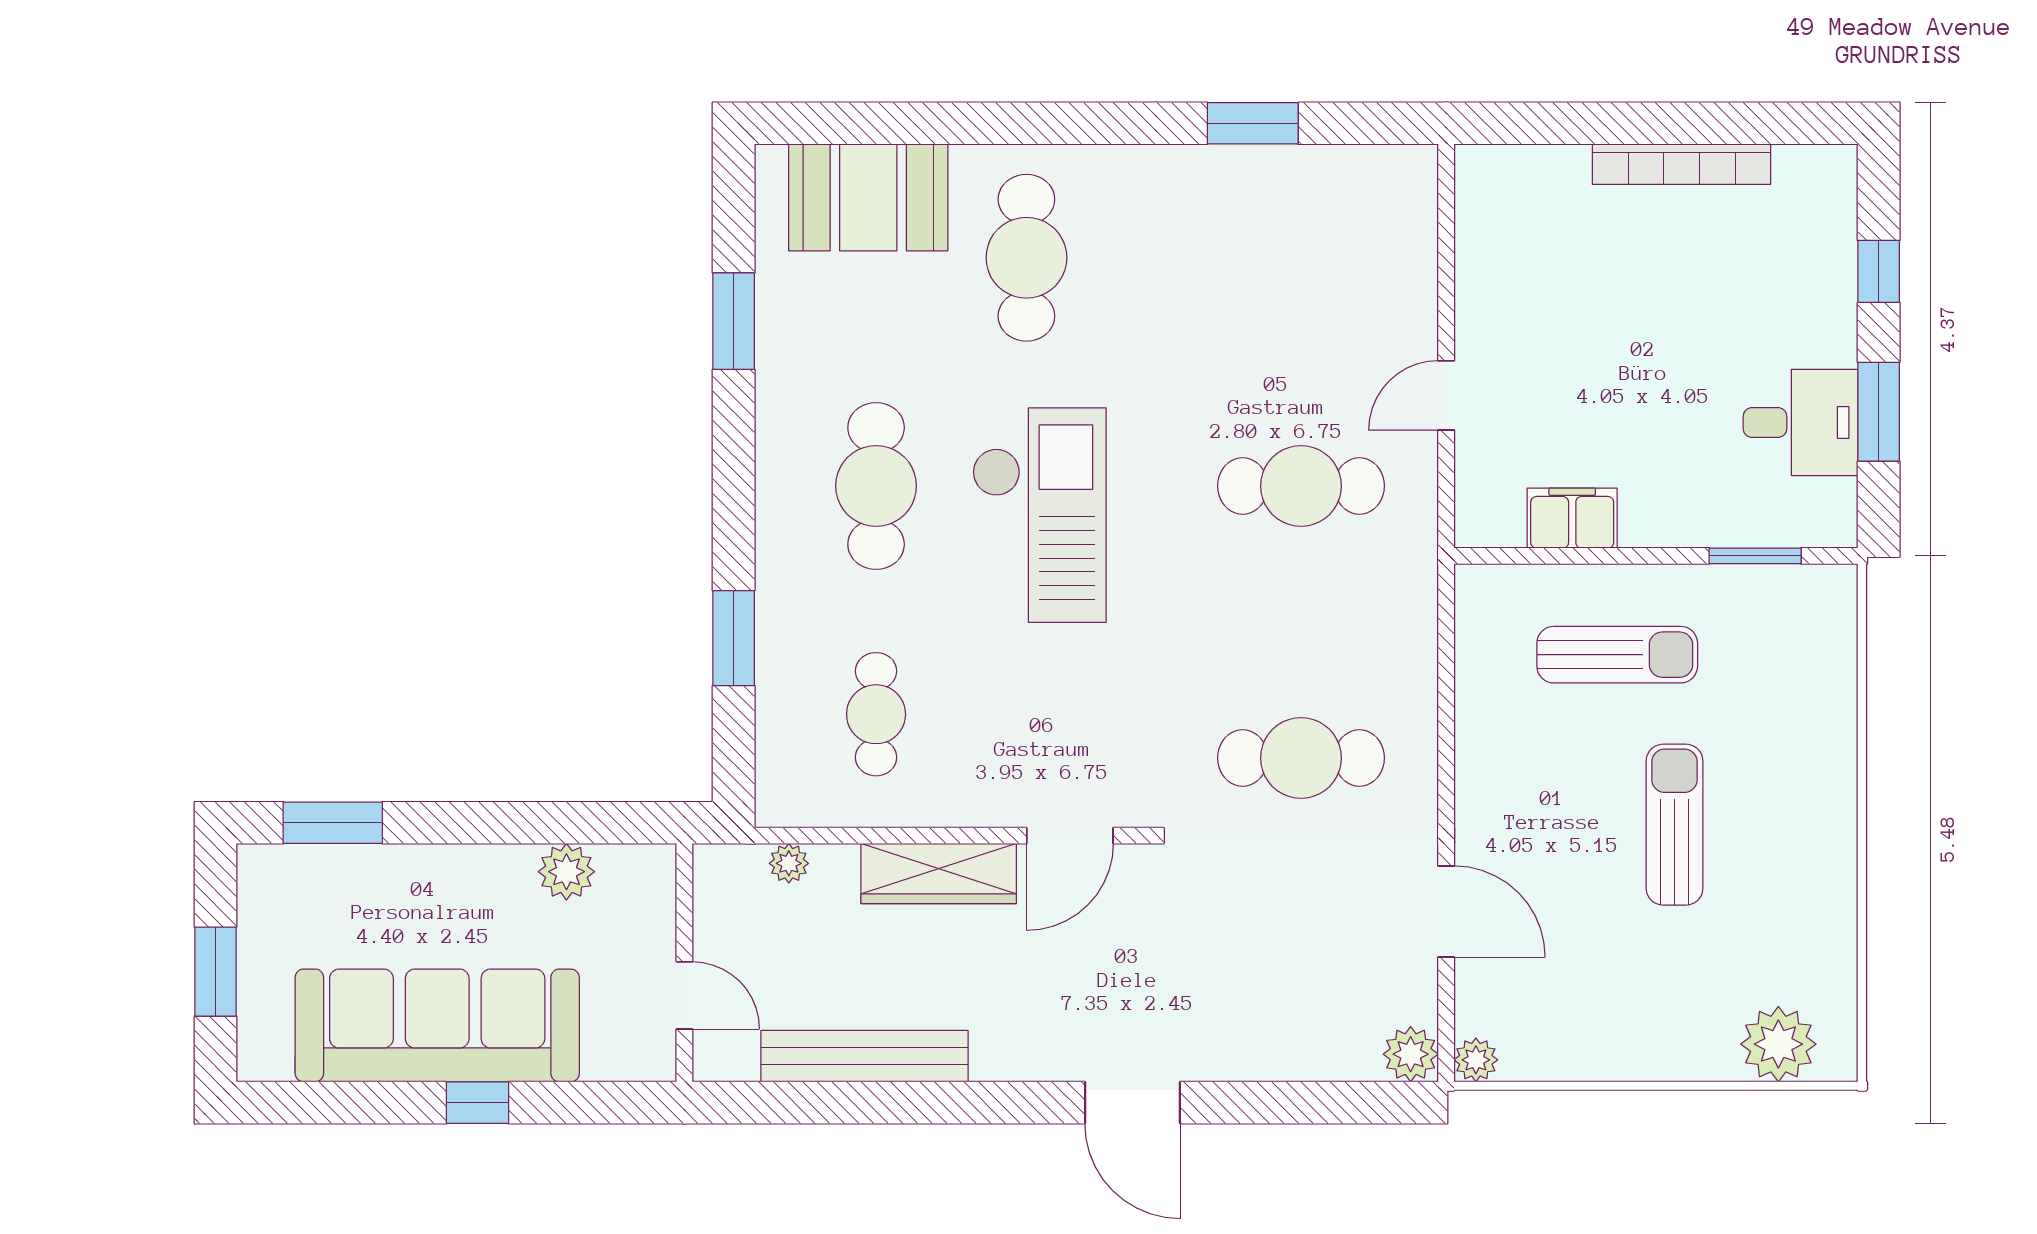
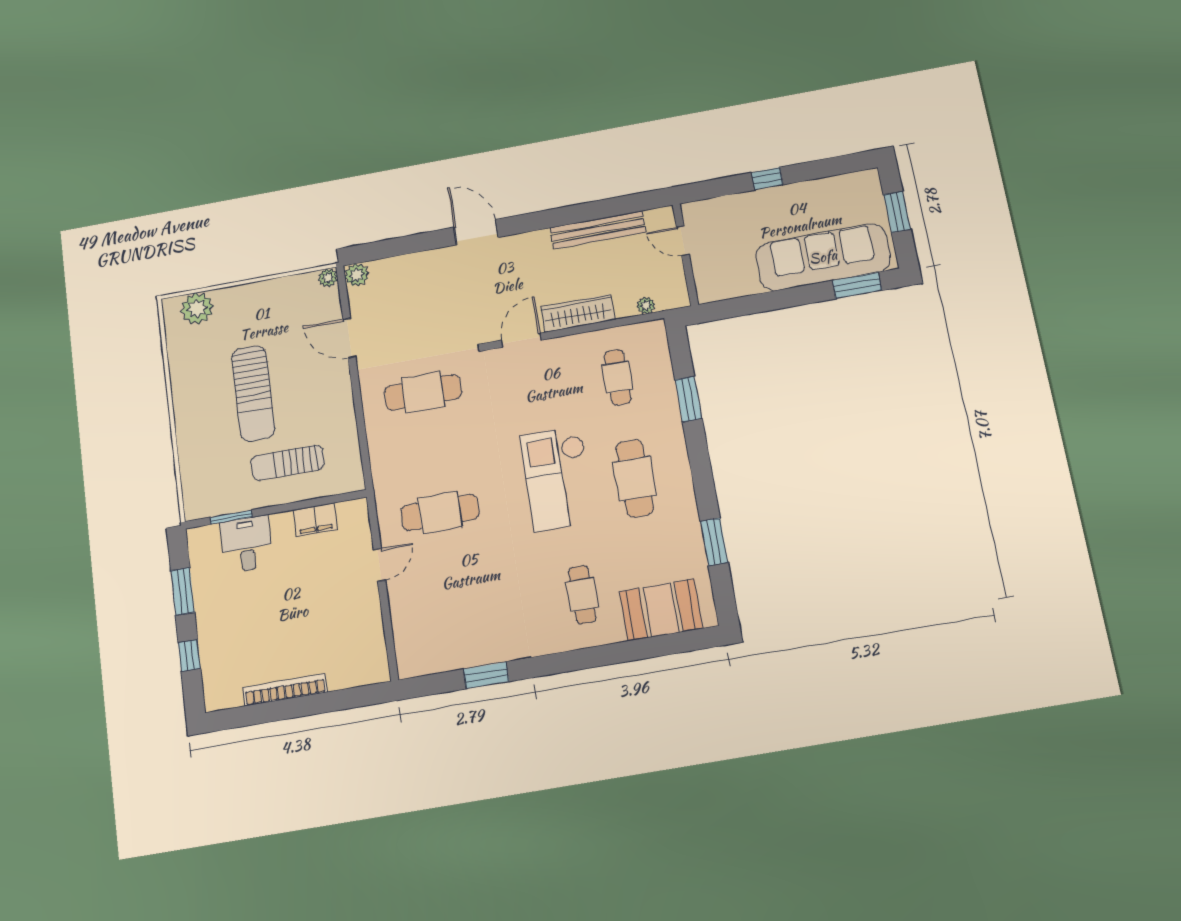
cafe table: (1026, 258) -> (582, 595), width x0.73, depth x0.74
desk: (1801, 423) -> (247, 544), moved, turned 90
sun lounger: (1675, 825) -> (253, 393), width x1.36, depth x1.34
plant: (566, 872) -> (746, 284), removed
sofa: (437, 1025) -> (823, 257), moved, turned 180

